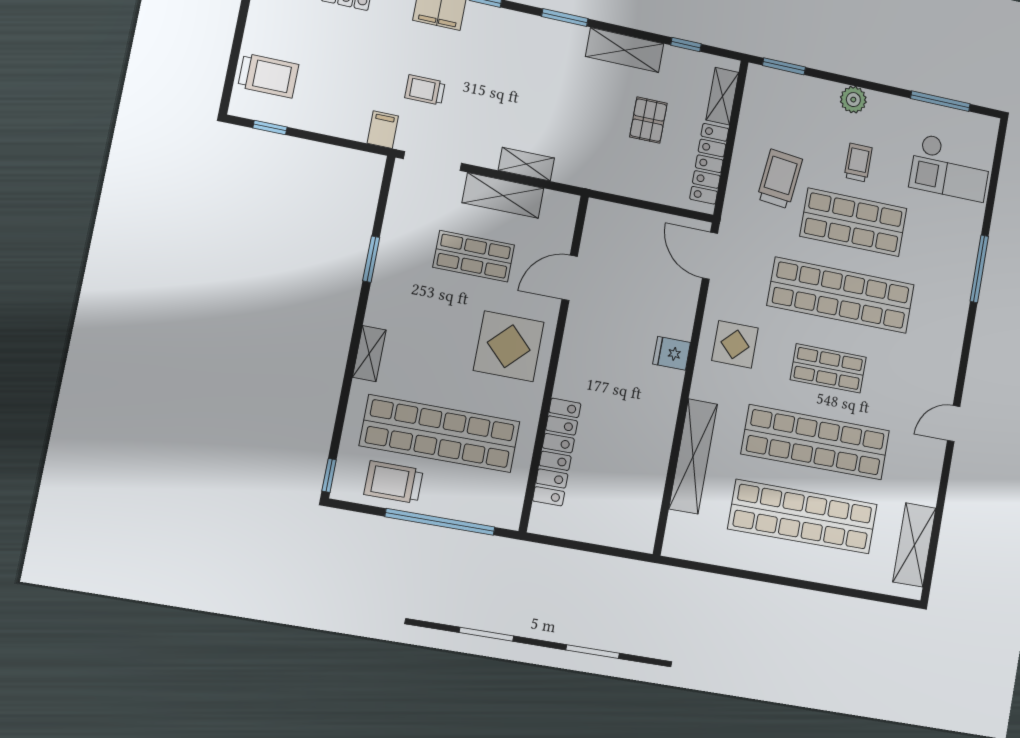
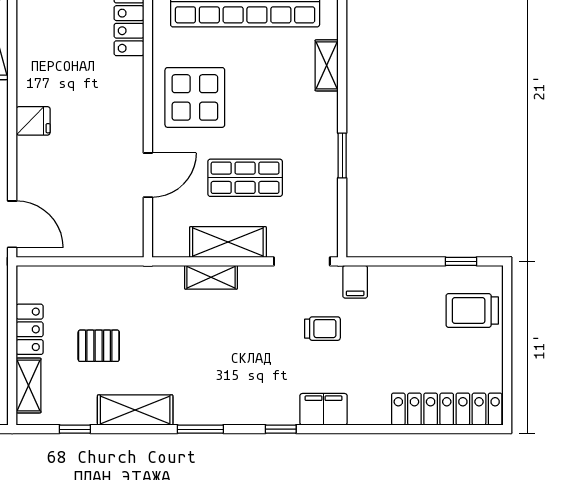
pallet: (648, 120) -> (99, 346), turned 90
locker: (709, 164) -> (30, 329), width x0.66

